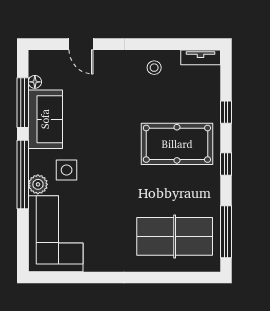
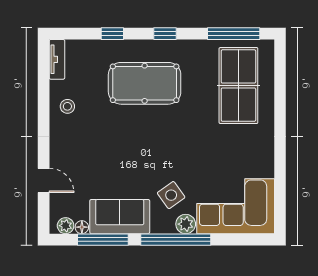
door: (81, 44) -> (44, 180), hinge flipped
plant: (36, 66) -> (66, 226), added
pool table: (177, 144) -> (145, 83), turned 90
side table: (67, 170) -> (171, 195), turned -36

